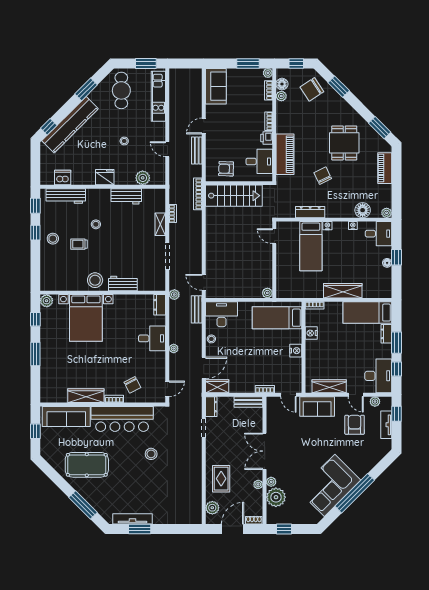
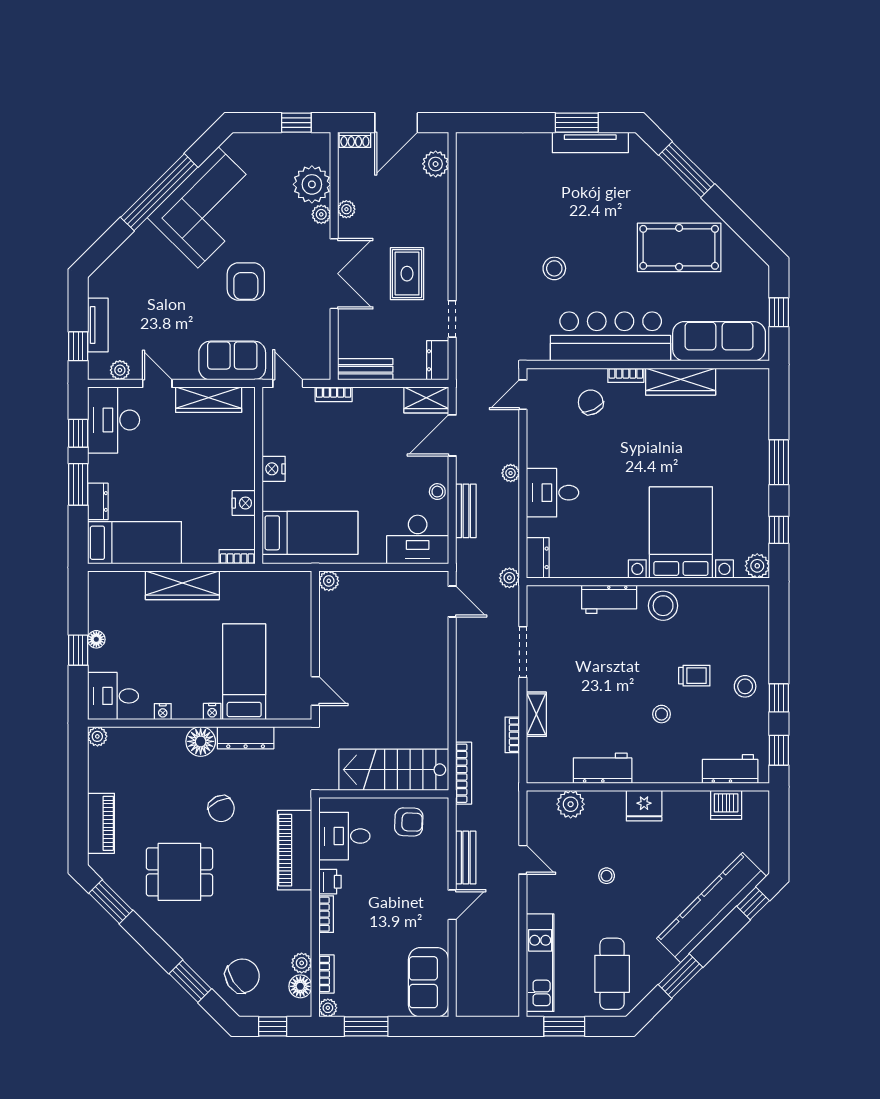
dining table: (344, 143) -> (179, 872), turned 90
workbench: (66, 196) -> (730, 769), width x0.73
floor lamp: (363, 210) -> (201, 741), moved
bench: (197, 309) -> (466, 511), moved
armchair: (355, 425) -> (246, 281), moved
rug: (221, 479) -> (407, 274), moved

